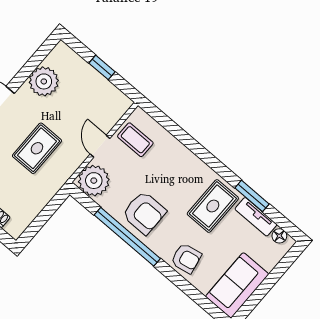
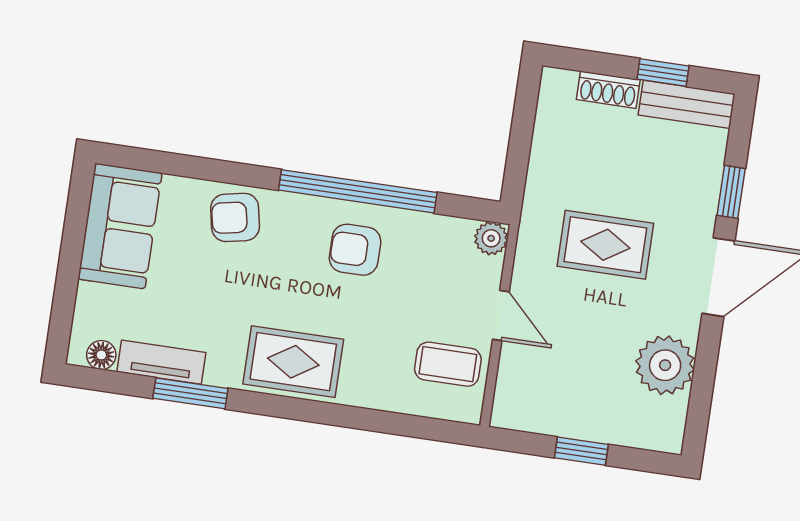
rug: (37, 148) -> (605, 245), turned 90
plant: (94, 181) -> (491, 238), width x0.53, depth x0.53
rug: (213, 206) -> (293, 362), moved, turned 90
armchair: (144, 213) -> (355, 250), width x0.72, depth x0.72

